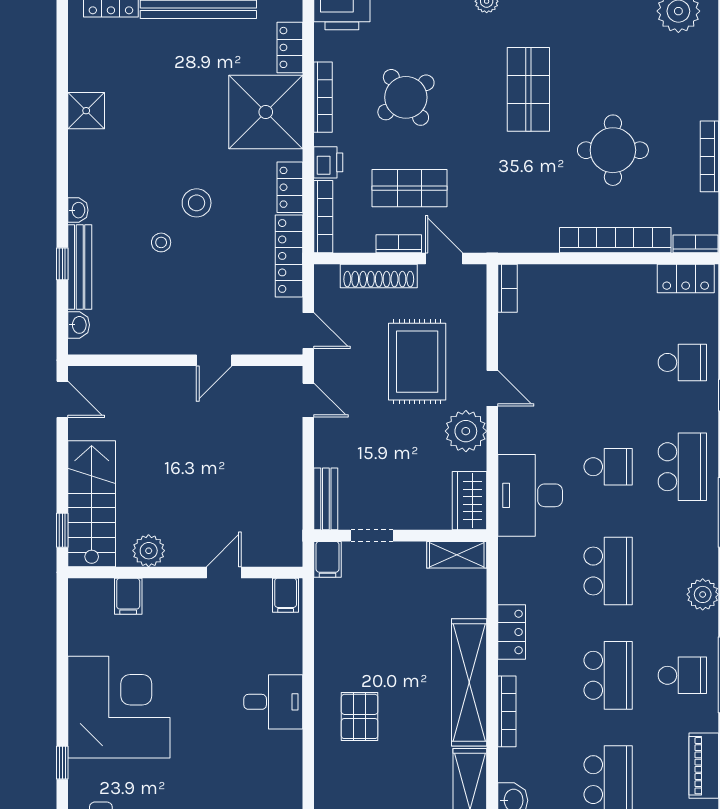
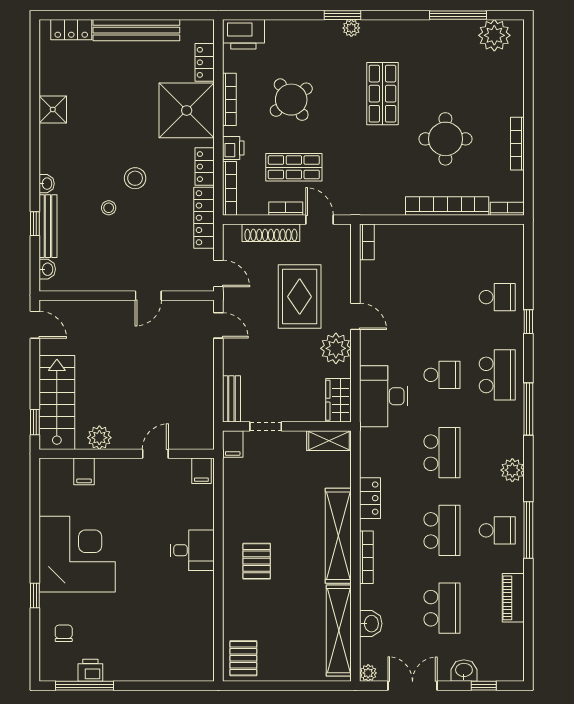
locker: (686, 278) -> (500, 235), removed

